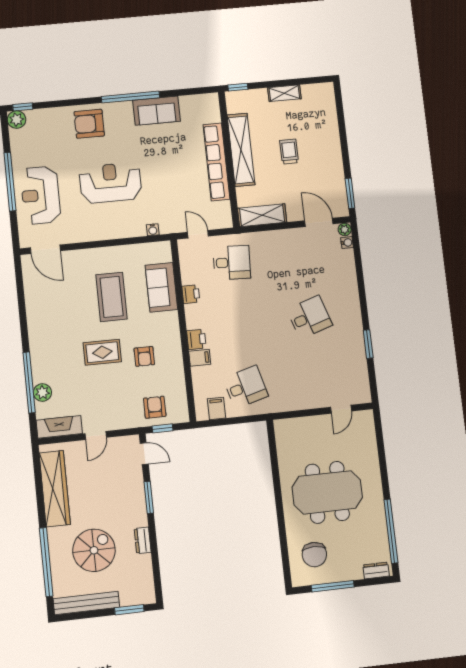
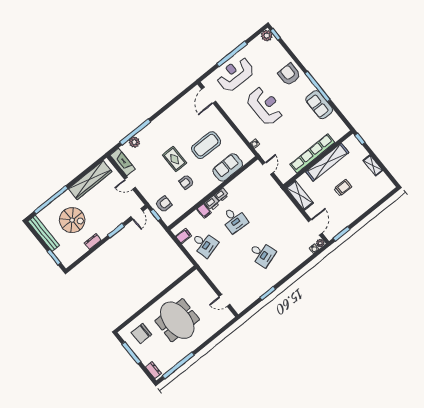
desk: (232, 263) -> (234, 220), moved
printer: (191, 294) -> (222, 195), moved

